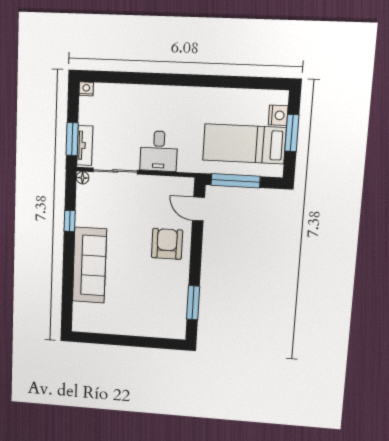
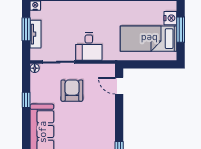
window: (72, 139) -> (26, 29), moved
tv unit: (85, 145) -> (36, 34), moved
window: (236, 181) -> (144, 64), removed
armchair: (167, 244) -> (72, 91), moved

